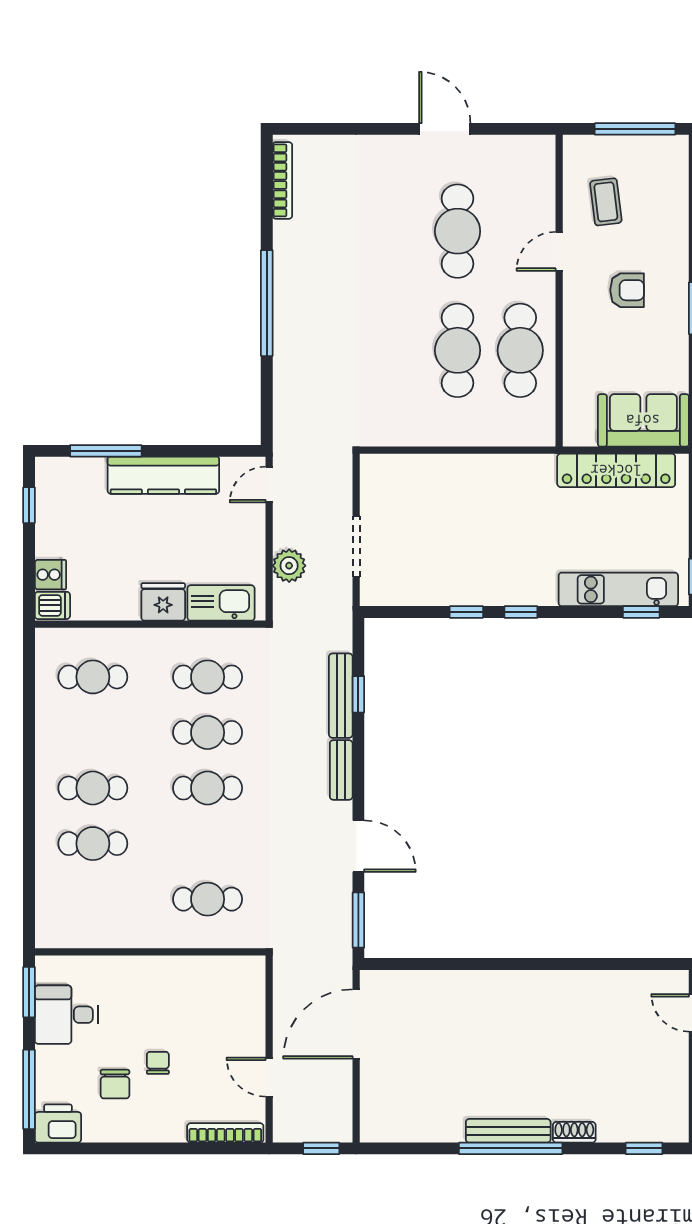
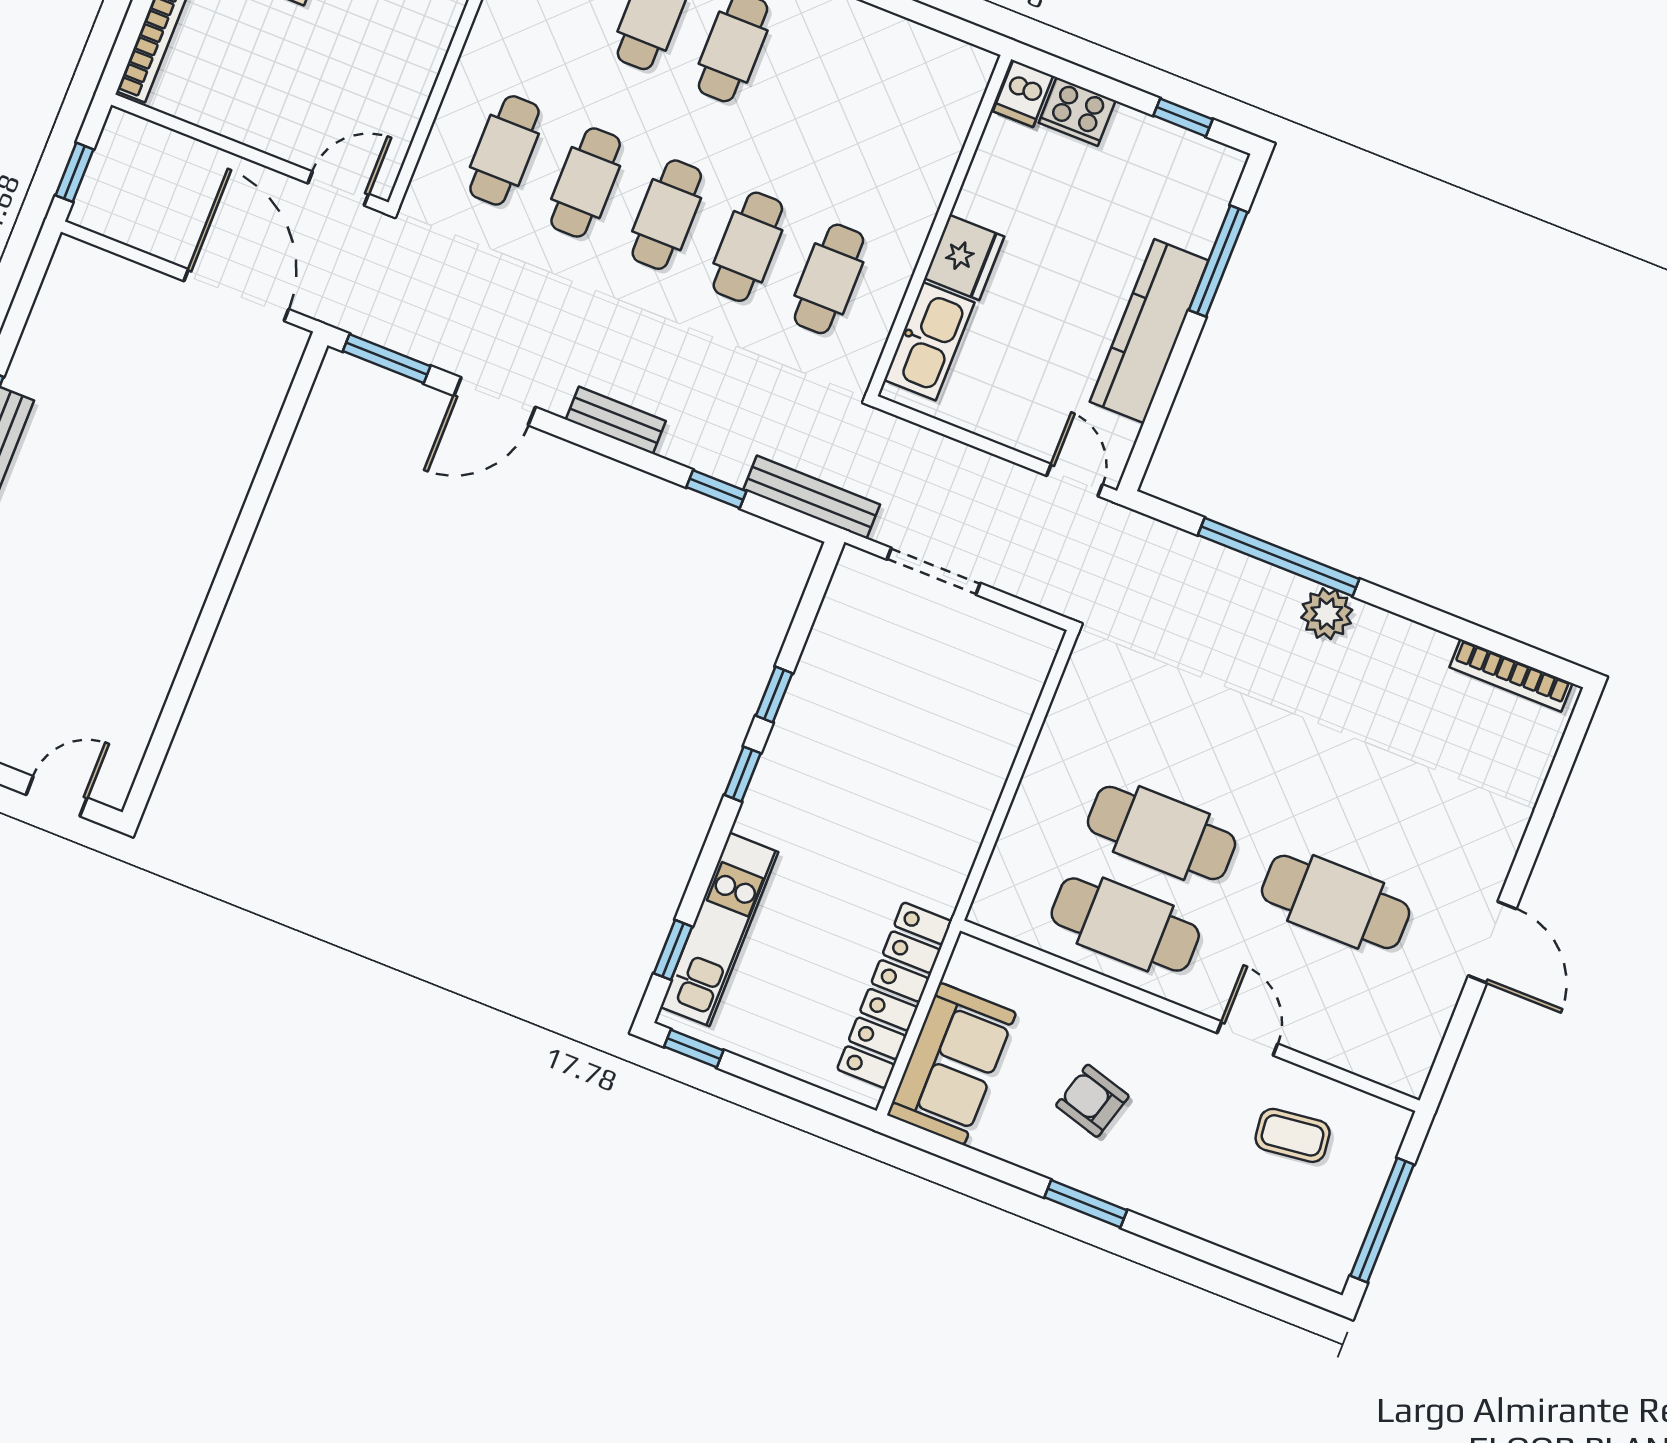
door: (445, 129) -> (1492, 942), hinge flipped
armchair: (627, 290) -> (1092, 1101), moved, turned 106
window: (267, 303) -> (1279, 557), moved
plant: (289, 566) -> (1327, 614), moved
cooker: (50, 575) -> (1077, 112), width x1.36
cafe table: (93, 677) -> (586, 183), moved
bench: (341, 696) -> (812, 497), moved
door: (269, 1077) -> (338, 189), moved

